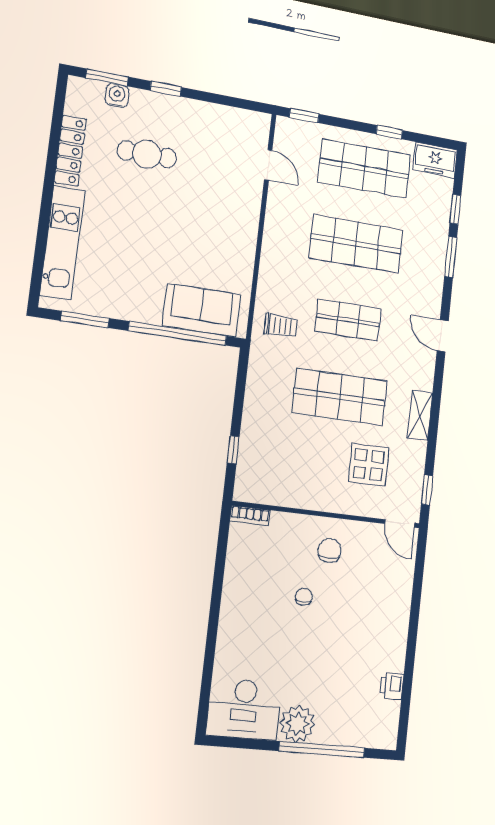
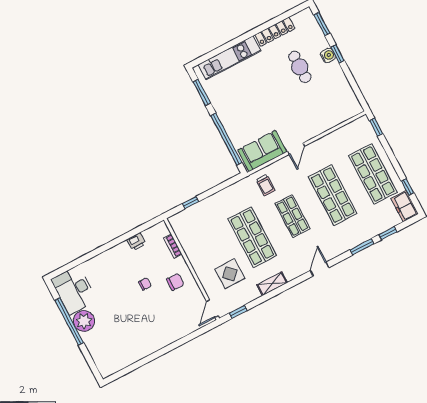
water cooler: (117, 95) -> (328, 55), moved
window: (389, 132) -> (407, 187), moved
door: (268, 165) -> (296, 149), moved
sofa: (202, 310) -> (262, 151), moved, turned -90
bookcase: (250, 516) -> (173, 246), moved
printer: (392, 686) -> (136, 242), moved, turned 180
window: (322, 749) -> (69, 321), moved

